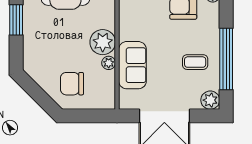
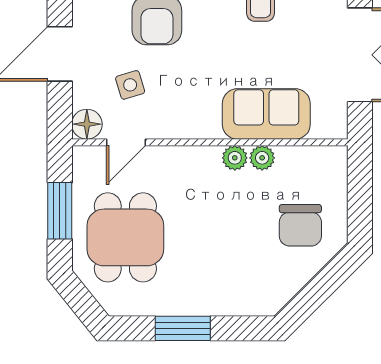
plant: (103, 42) -> (235, 158), width x0.53, depth x0.53

